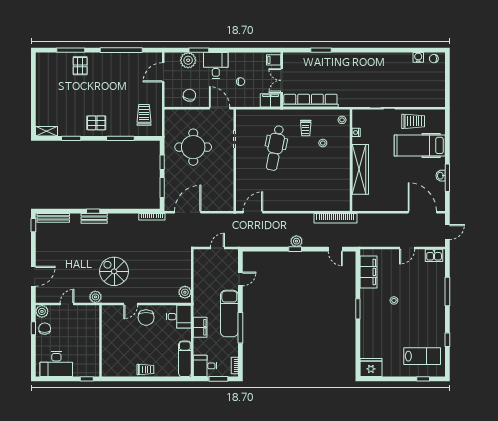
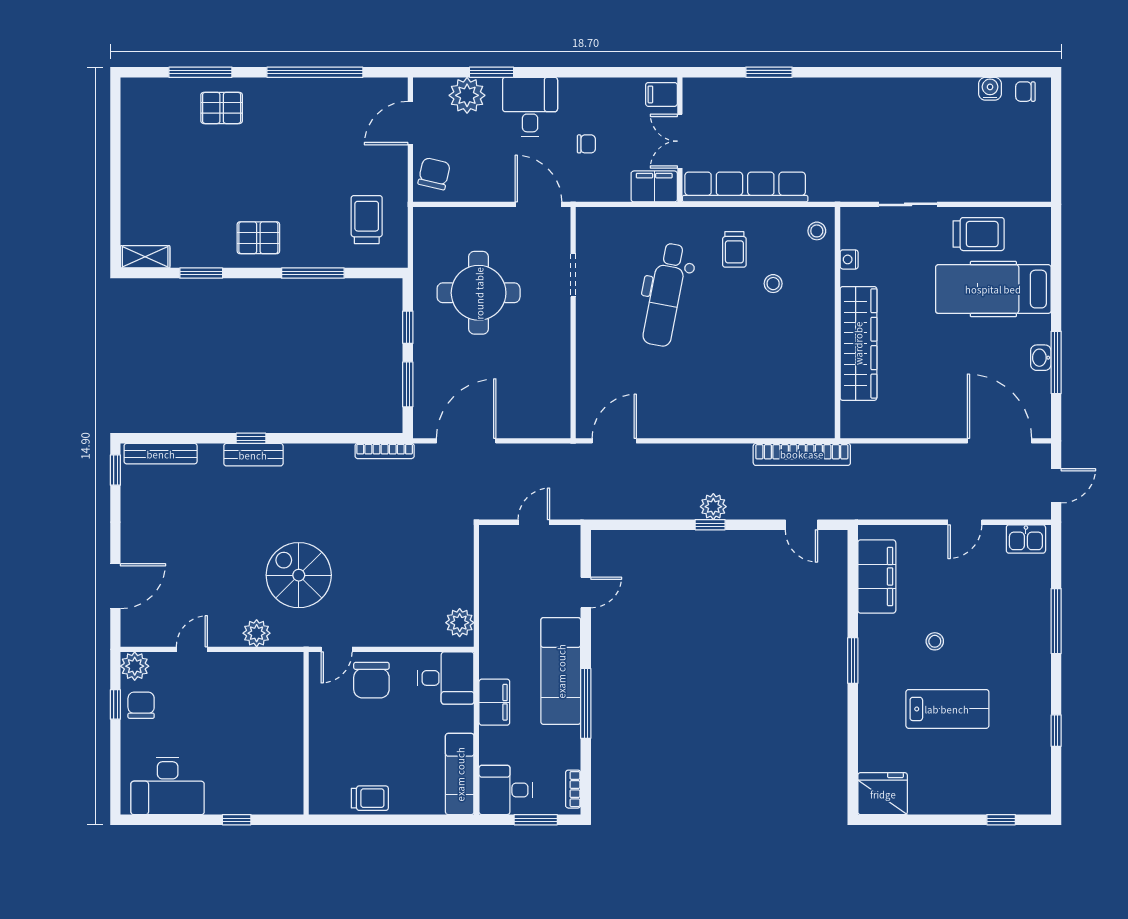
pallet: (80, 66) -> (222, 108), turned 90
chair: (189, 95) -> (434, 174), moved
wall: (101, 341) -> (306, 733), moved
lab bench: (422, 356) -> (947, 709), moved

